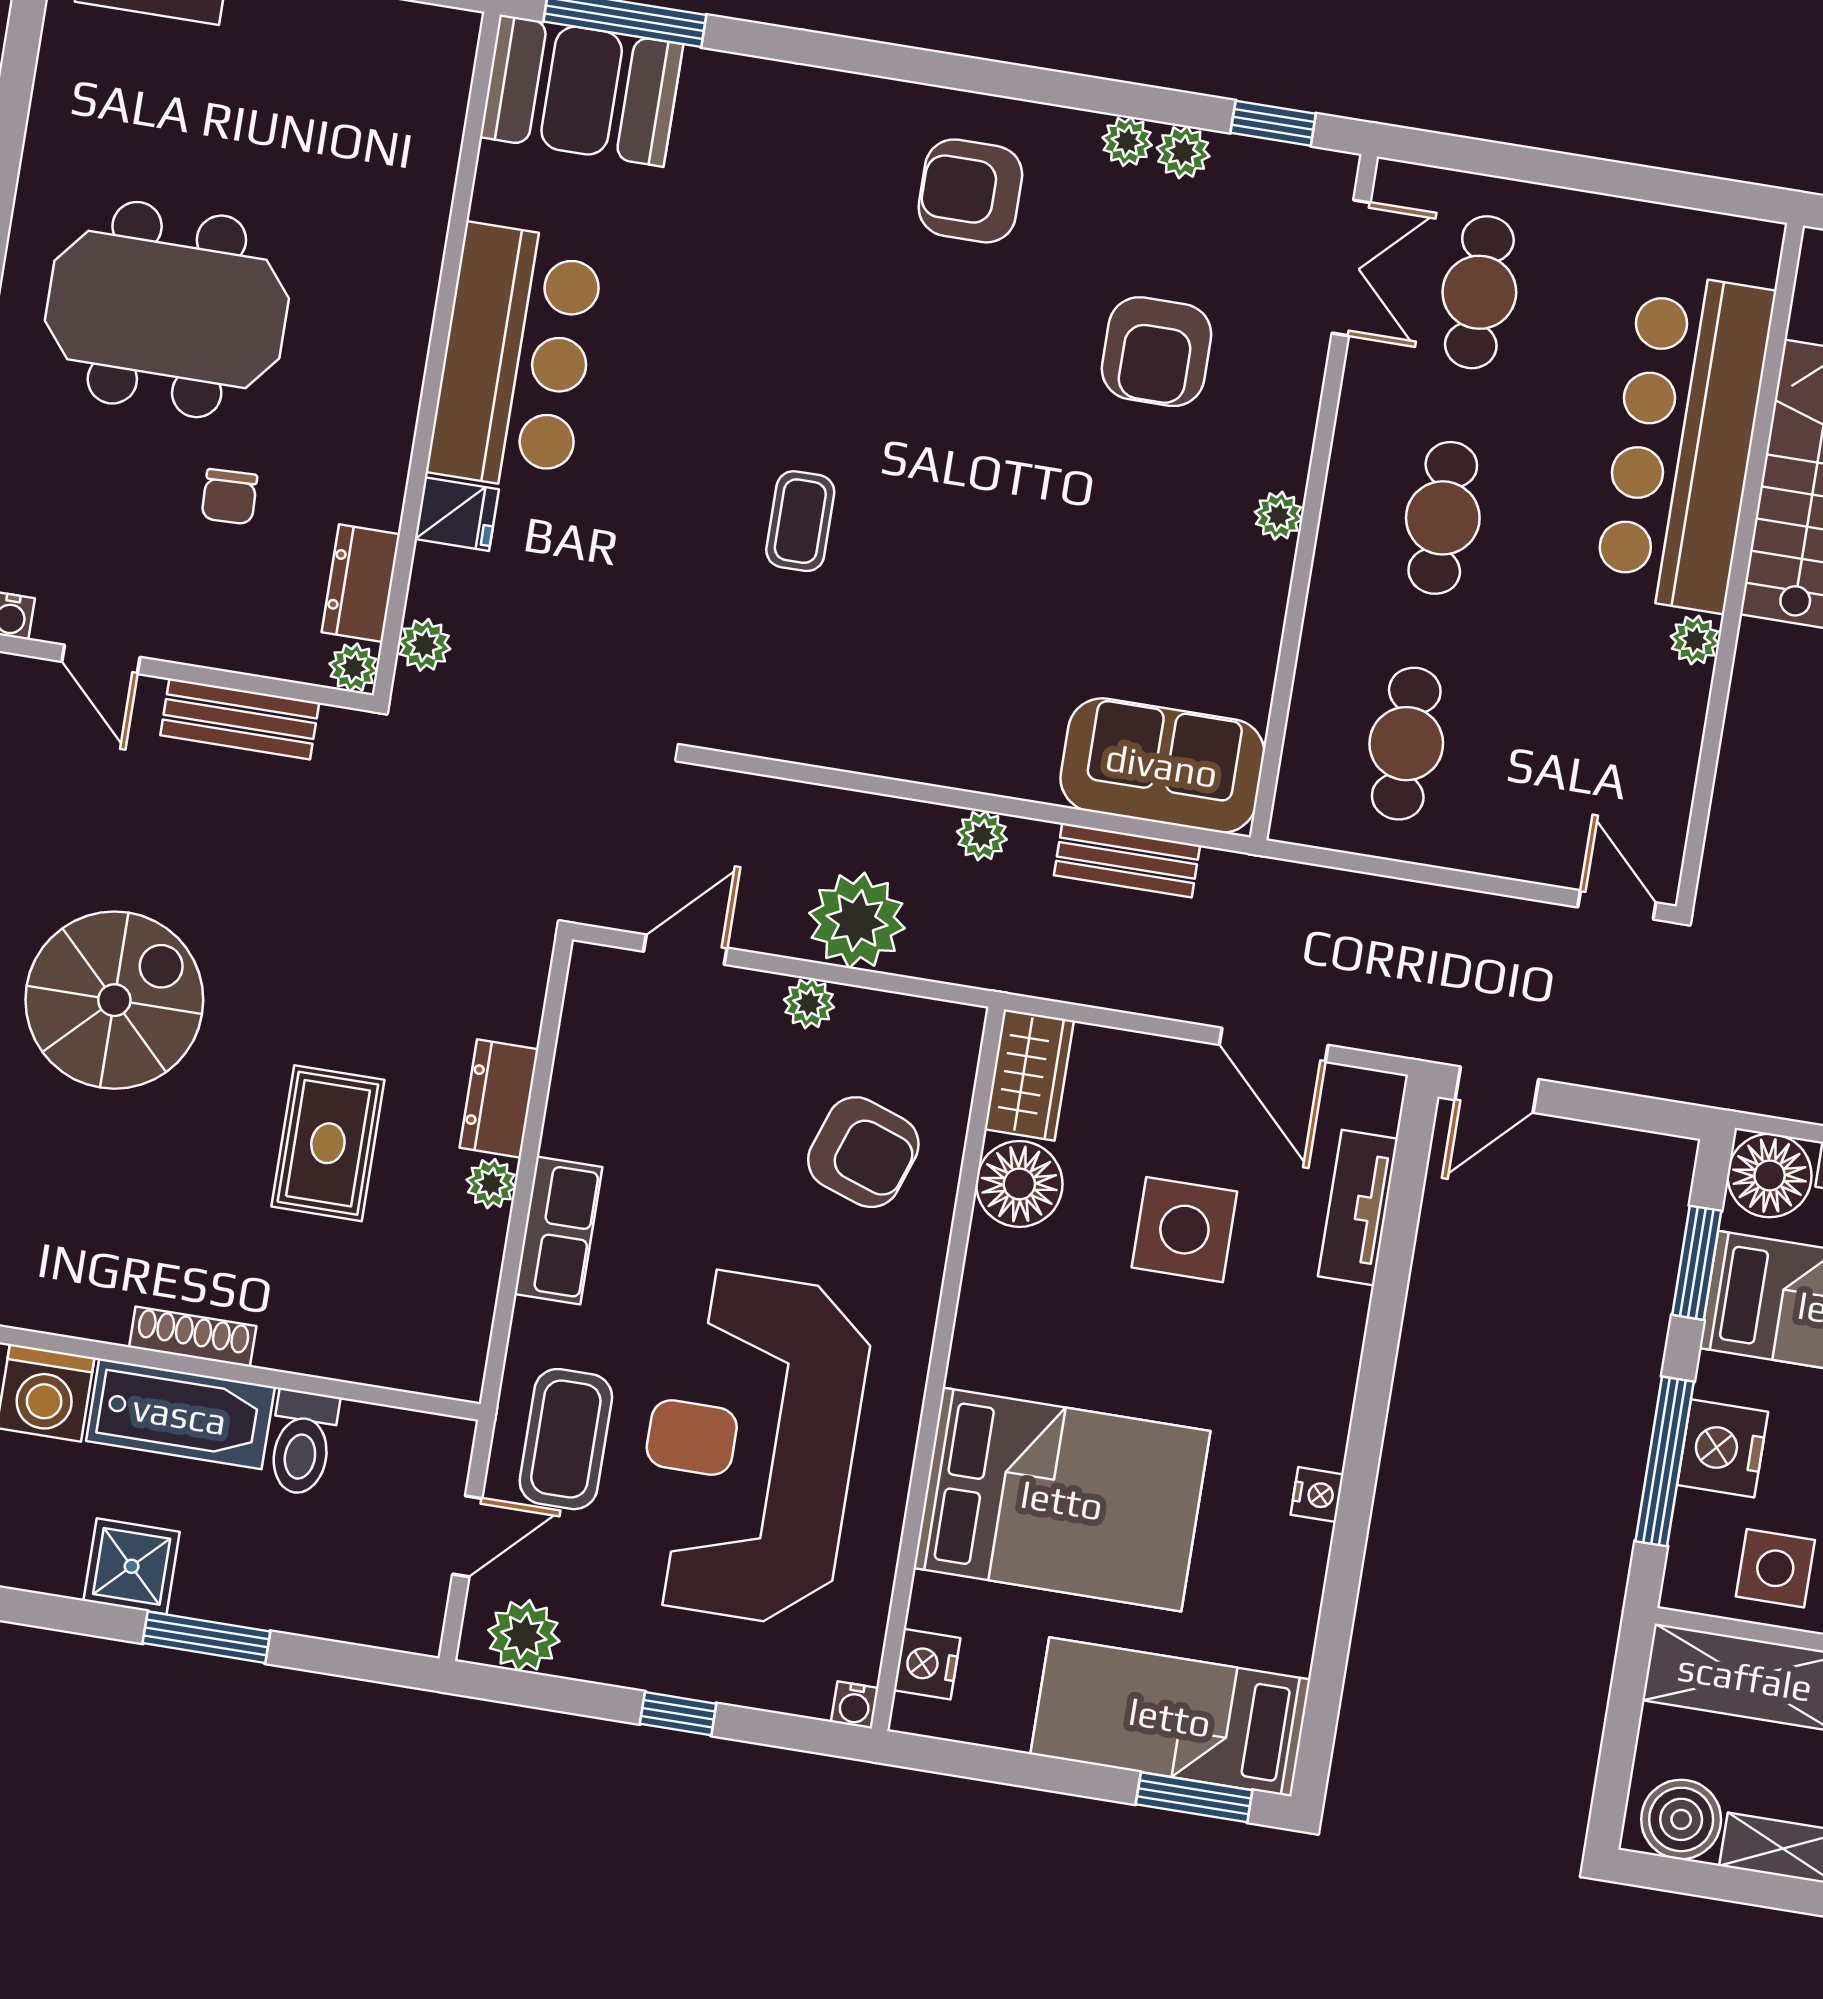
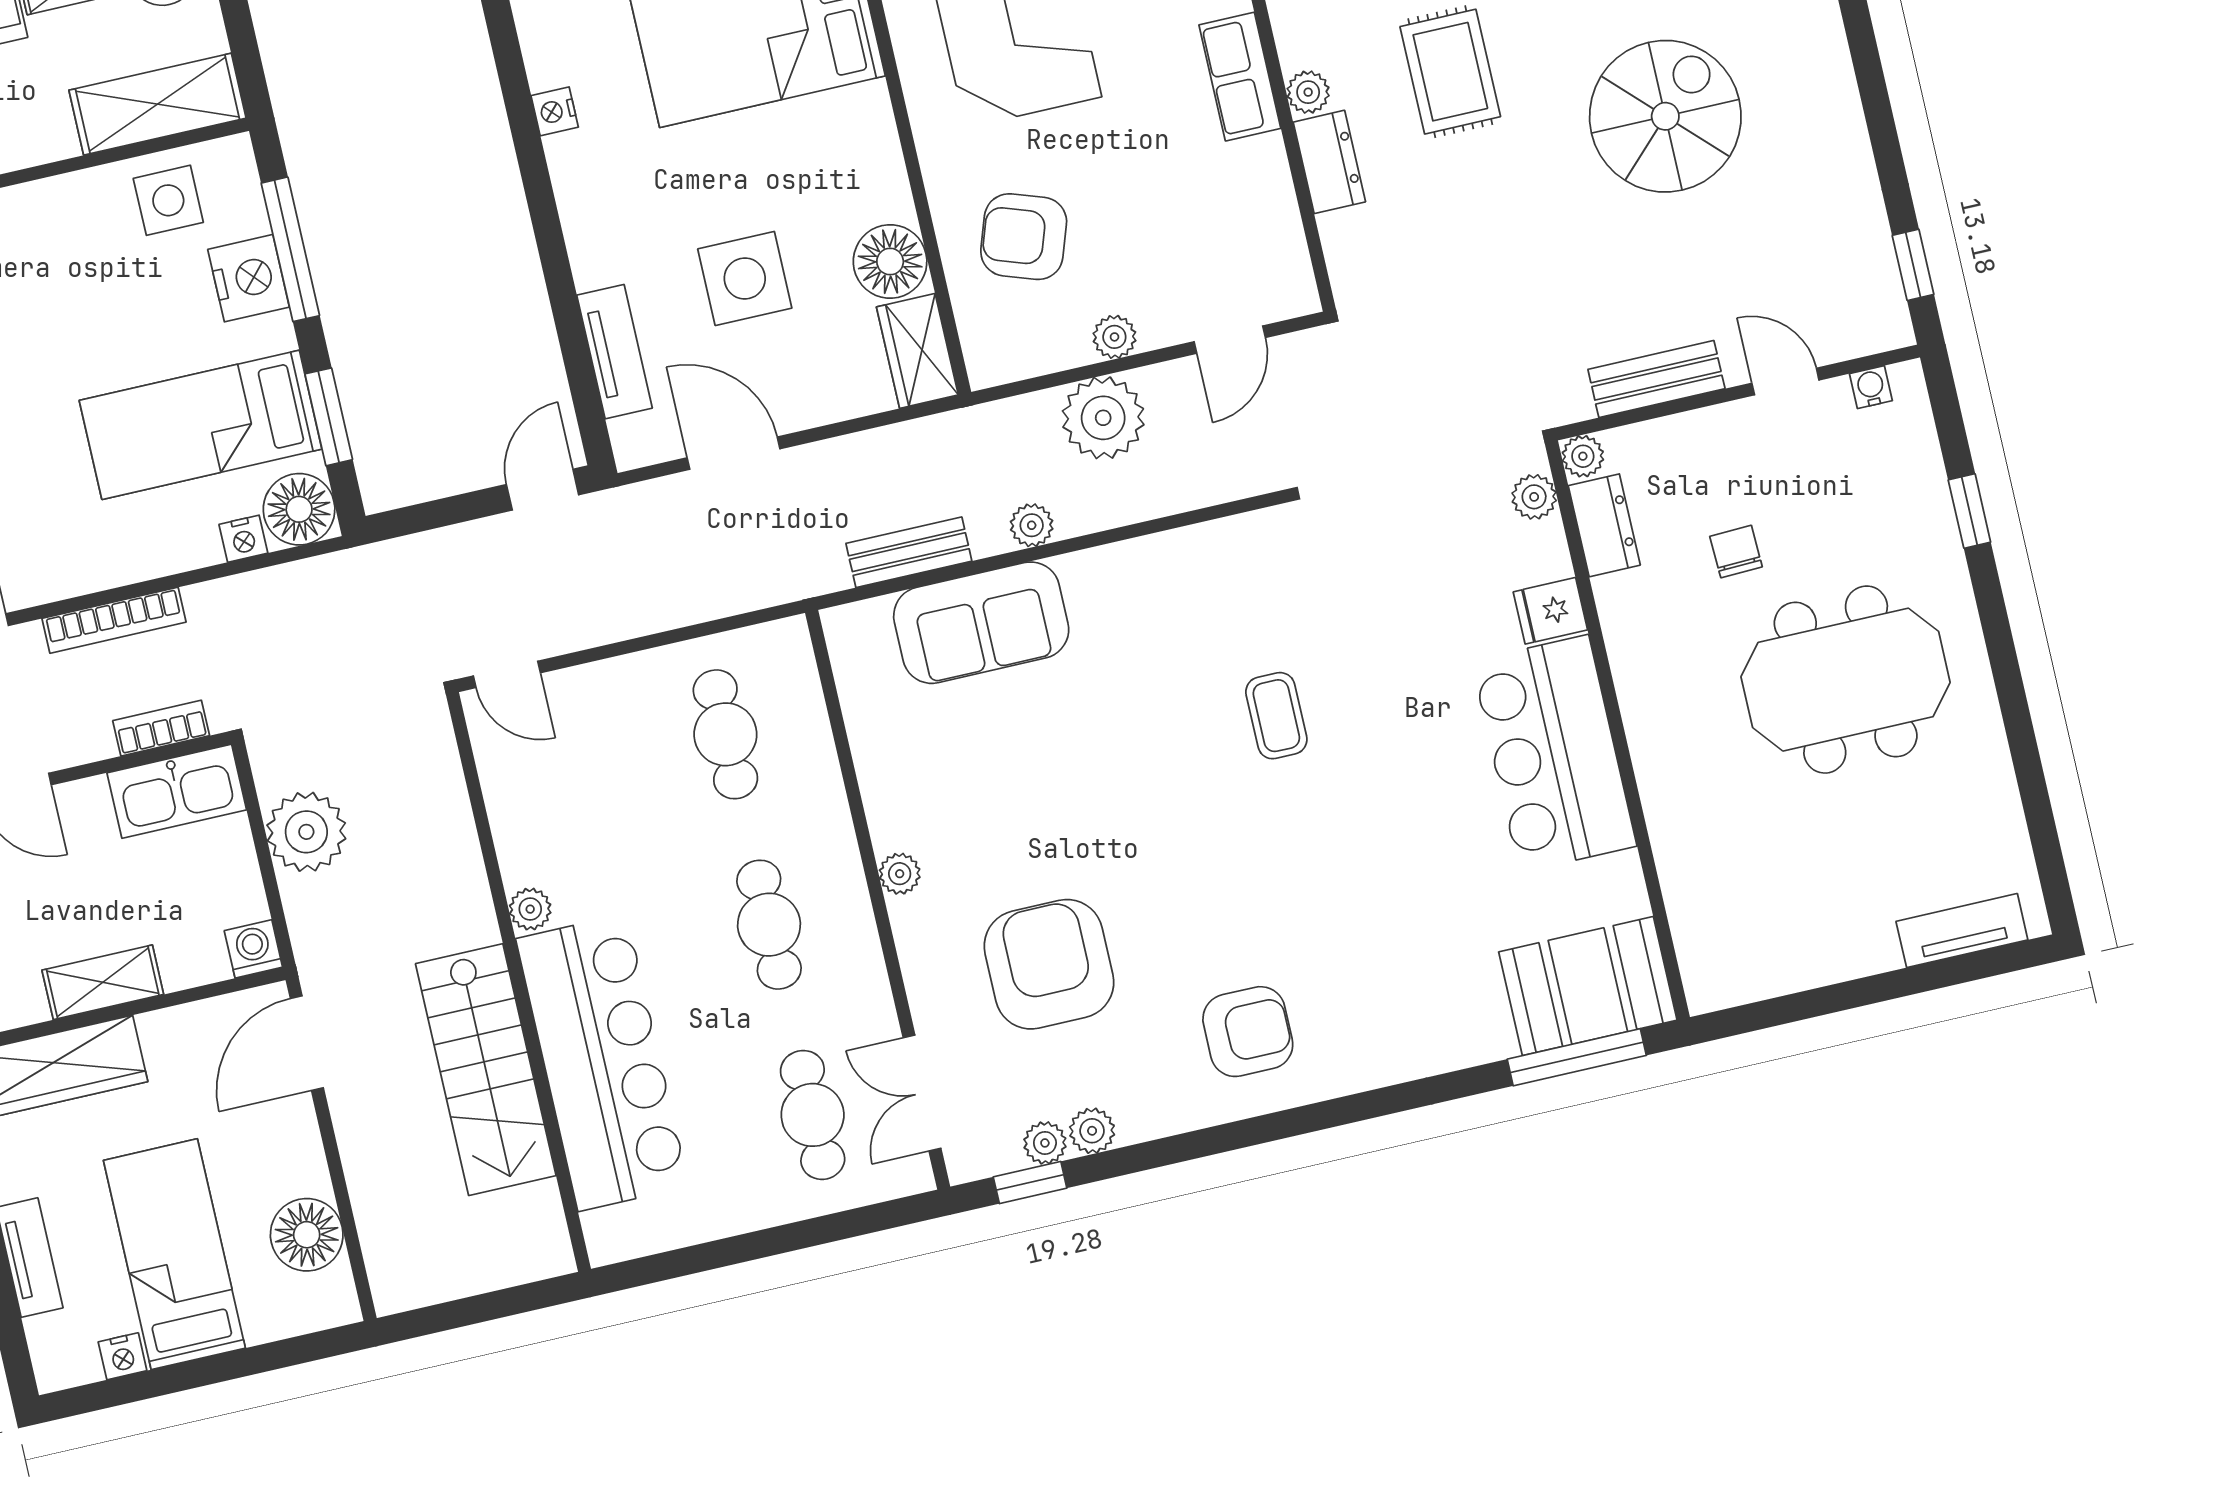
plant: (1127, 141) -> (1045, 1143), moved
armchair: (1157, 352) -> (1049, 964), width x1.36, depth x1.36
sofa: (1162, 765) -> (981, 623), moved
spiral stairs: (114, 1000) -> (1665, 116), turned 180

